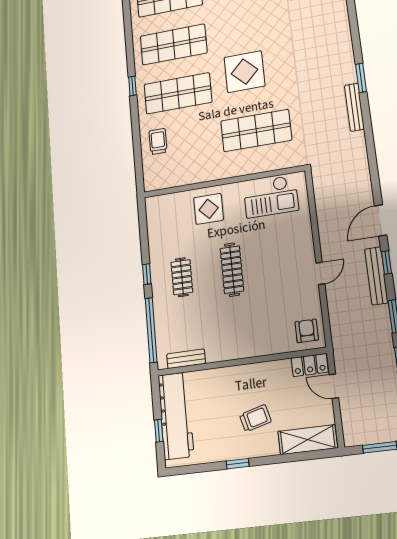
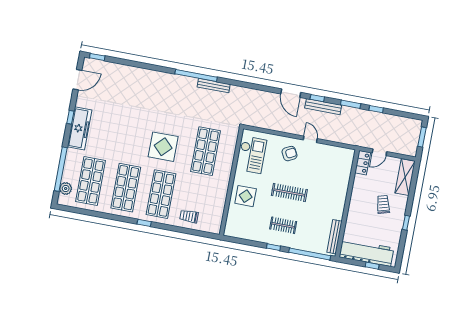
window: (361, 78) -> (196, 75), width x2.11
armchair: (307, 331) -> (289, 154), moved, turned 152
bench: (186, 359) -> (334, 237), width x1.36

